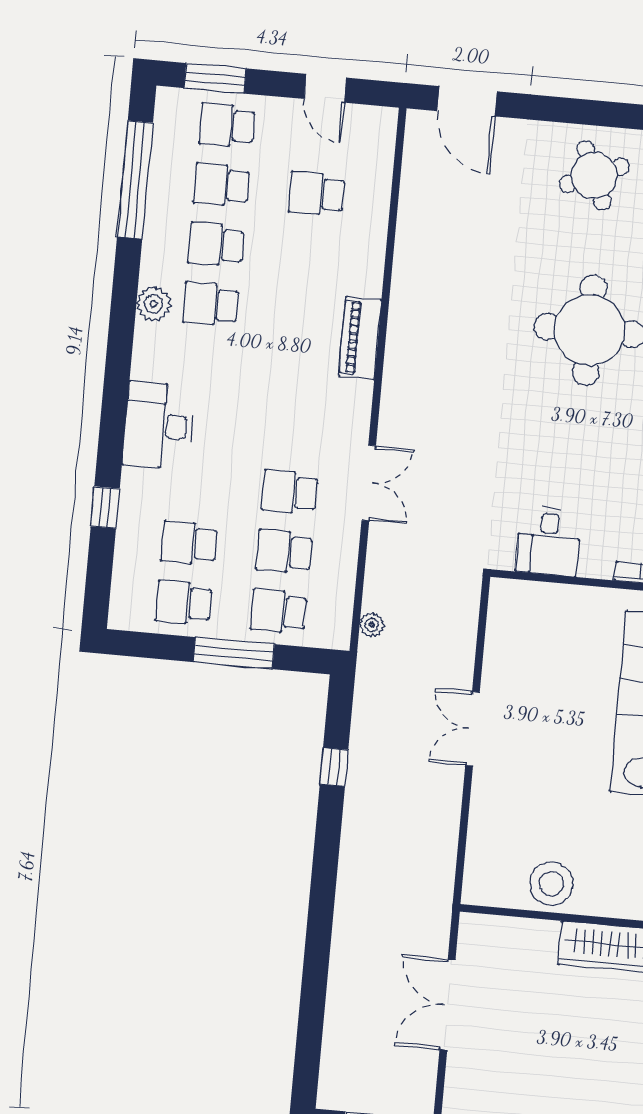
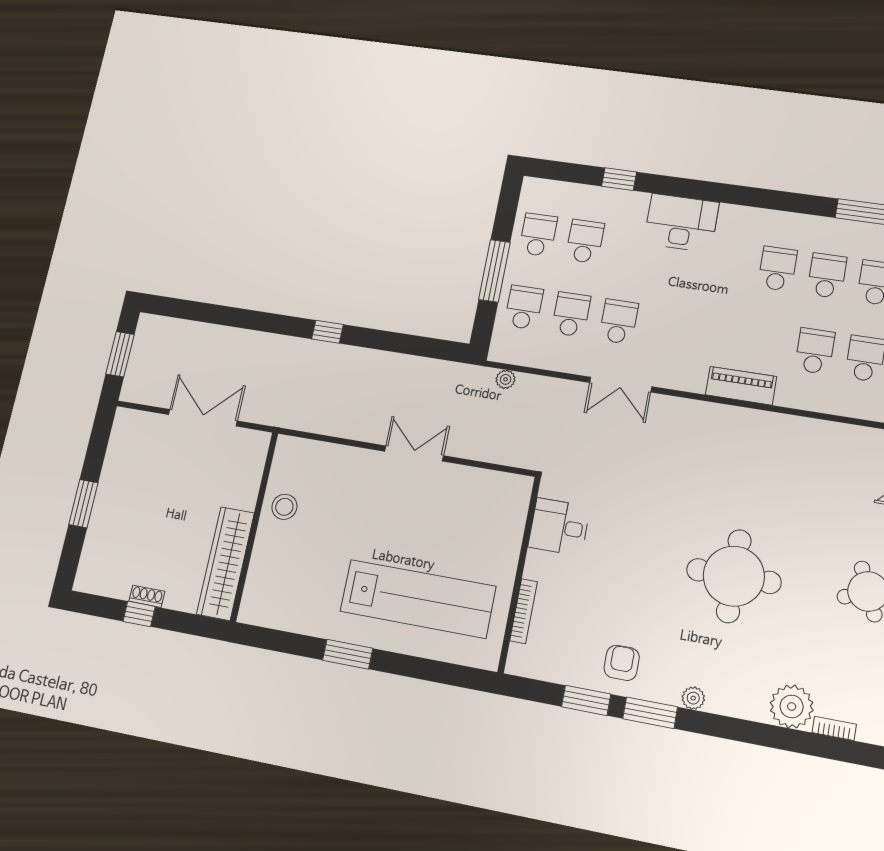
school desk: (311, 253) -> (815, 351), added
plant: (154, 304) -> (781, 224), removed
window: (334, 767) -> (327, 332), moved
stool: (551, 884) -> (284, 507), width x0.73, depth x0.73

